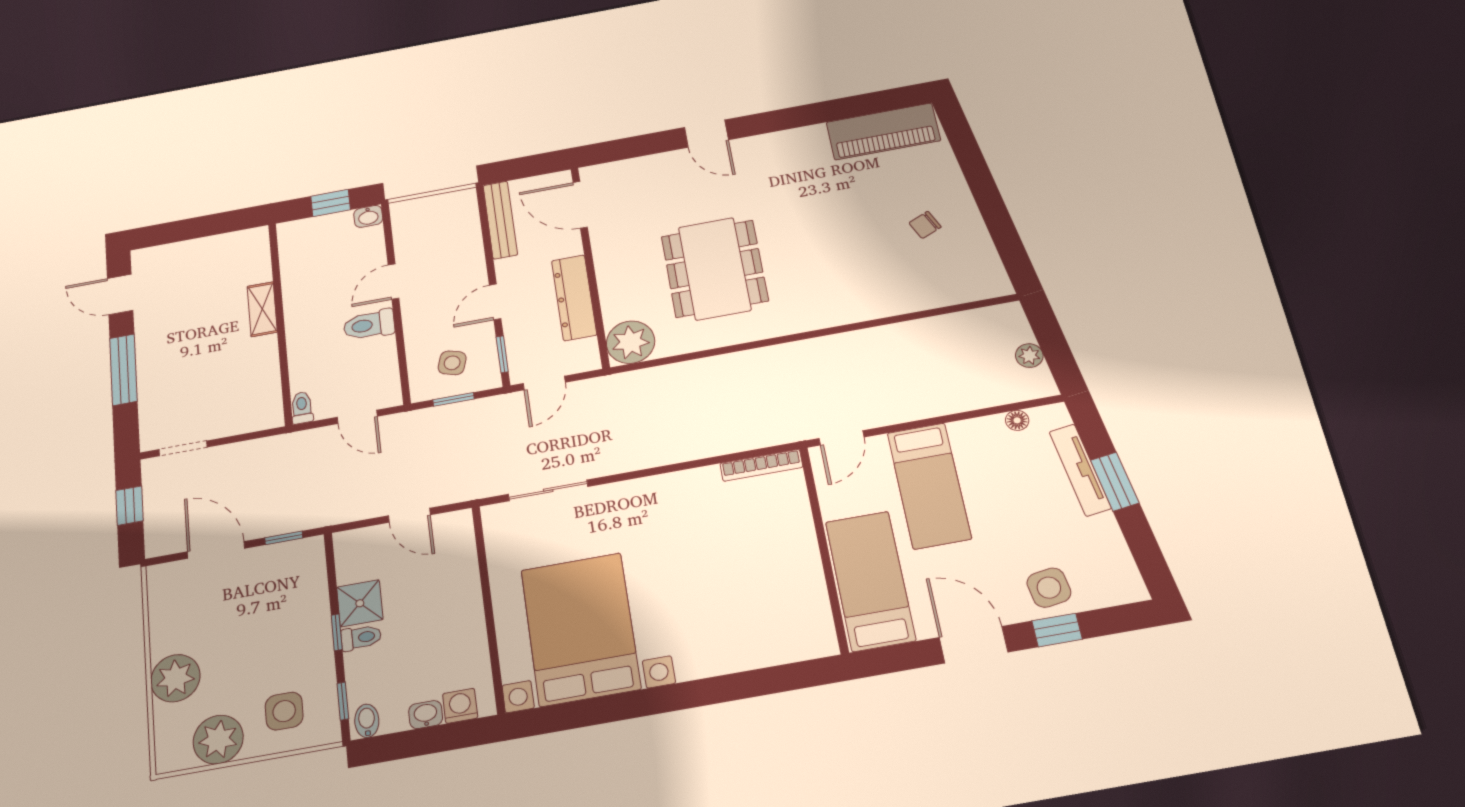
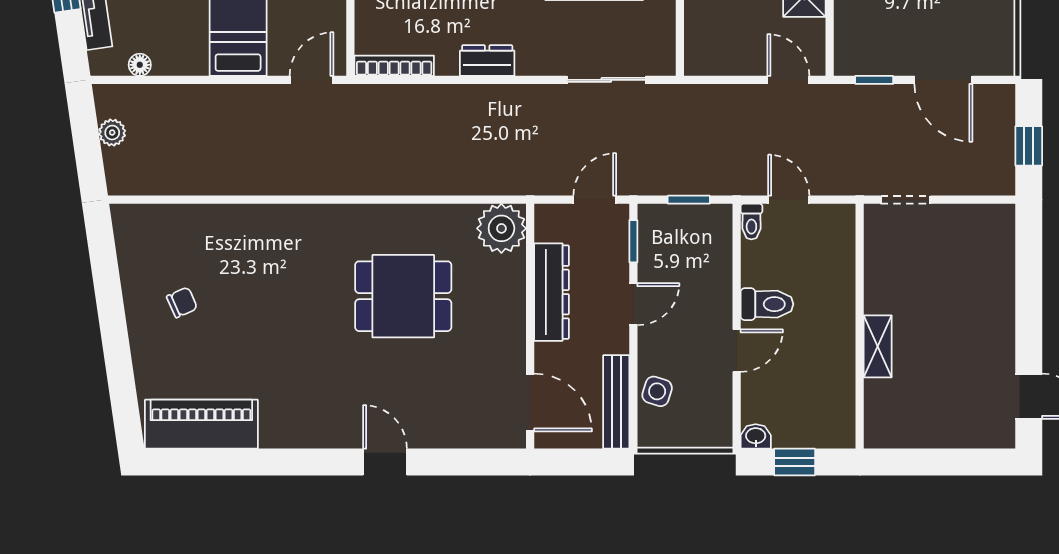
dining table: (715, 269) -> (403, 296), width x0.73
side table: (452, 363) -> (657, 391), moved
window: (123, 370) -> (1029, 304), removed
toilet: (302, 408) -> (751, 222), moved
doorway: (183, 448) -> (906, 200), moved
dresser: (669, 487) -> (487, 61), added
door: (409, 515) -> (788, 80), moved

